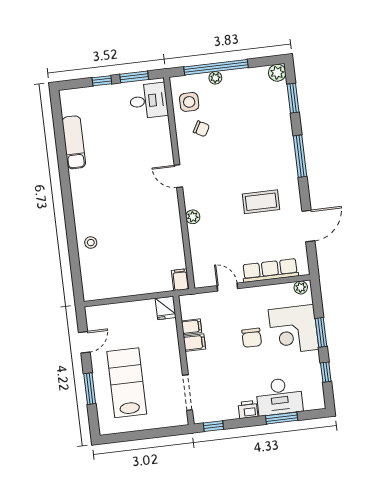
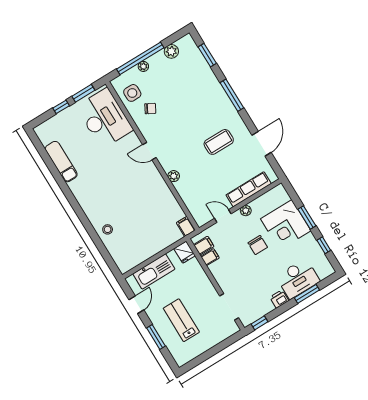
plant: (277, 73) -> (171, 51), moved
desk: (149, 101) -> (105, 118), width x1.87, depth x1.30
plant: (301, 287) -> (246, 211), moved
kitchen sink: (121, 314) -> (154, 271), added
filing cabinet: (194, 343) -> (204, 246), moved
lab bench: (127, 383) -> (181, 320), width x0.73, depth x0.72

